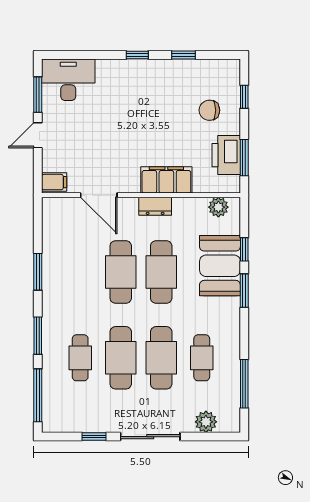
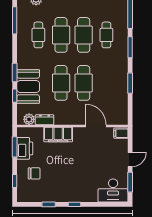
dresser: (155, 206) -> (45, 120), moved

